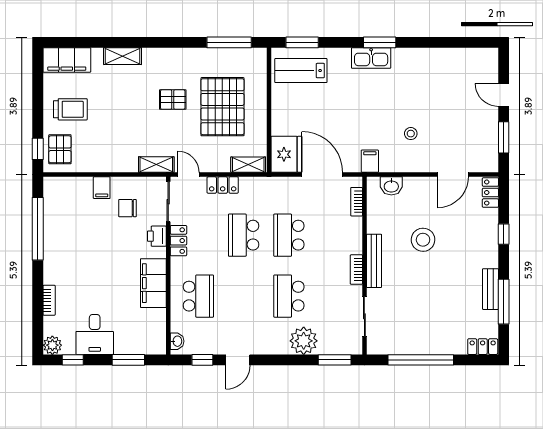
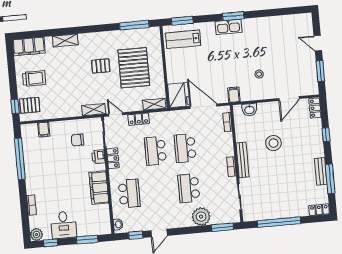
pallet: (60, 149) -> (30, 105), turned 90
filing cabinet: (102, 188) -> (44, 130), moved

